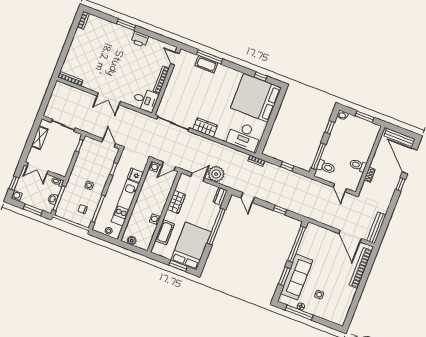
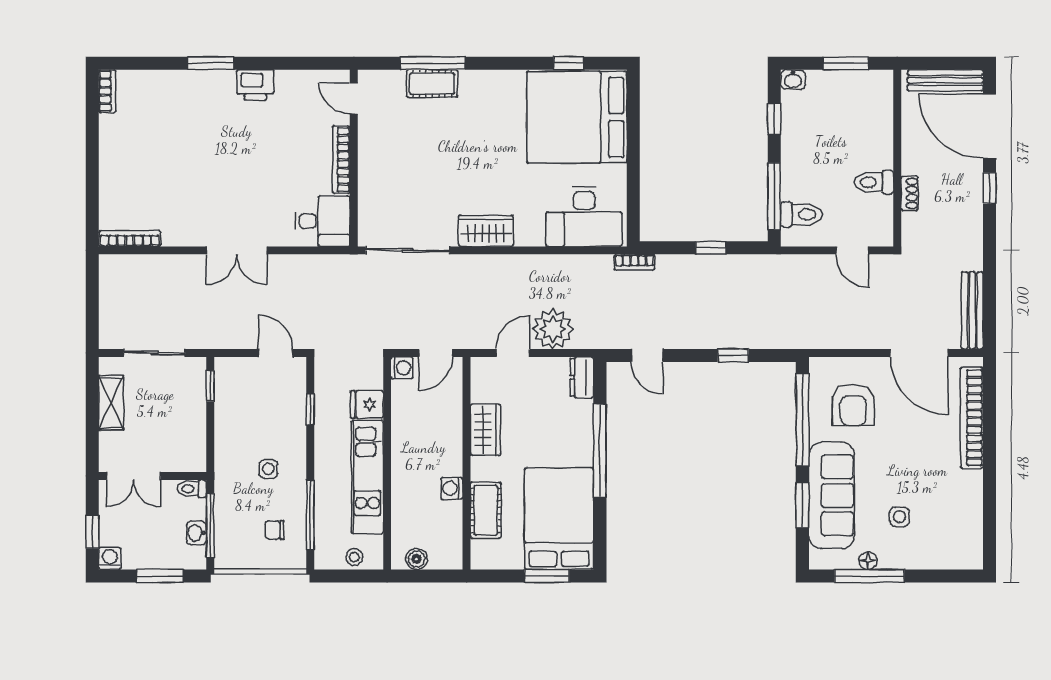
armchair: (318, 246) -> (853, 405), added

